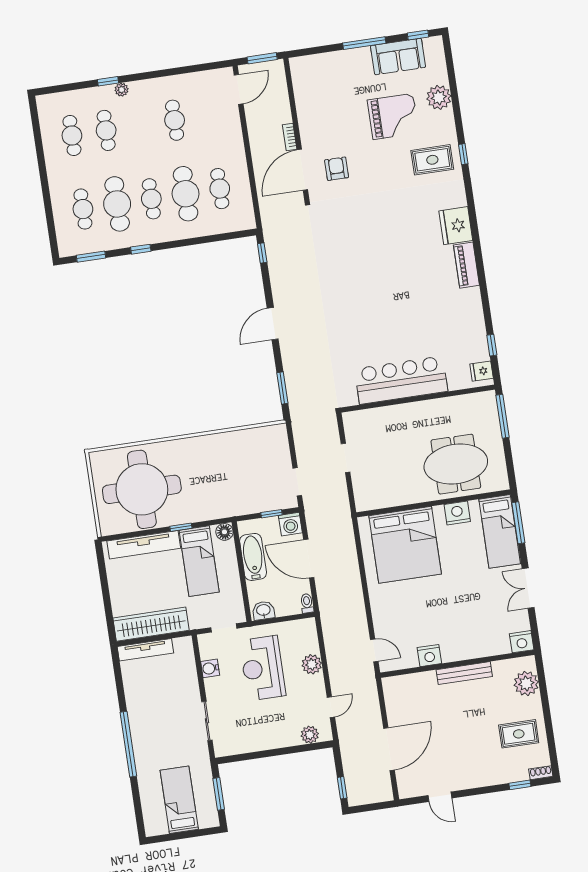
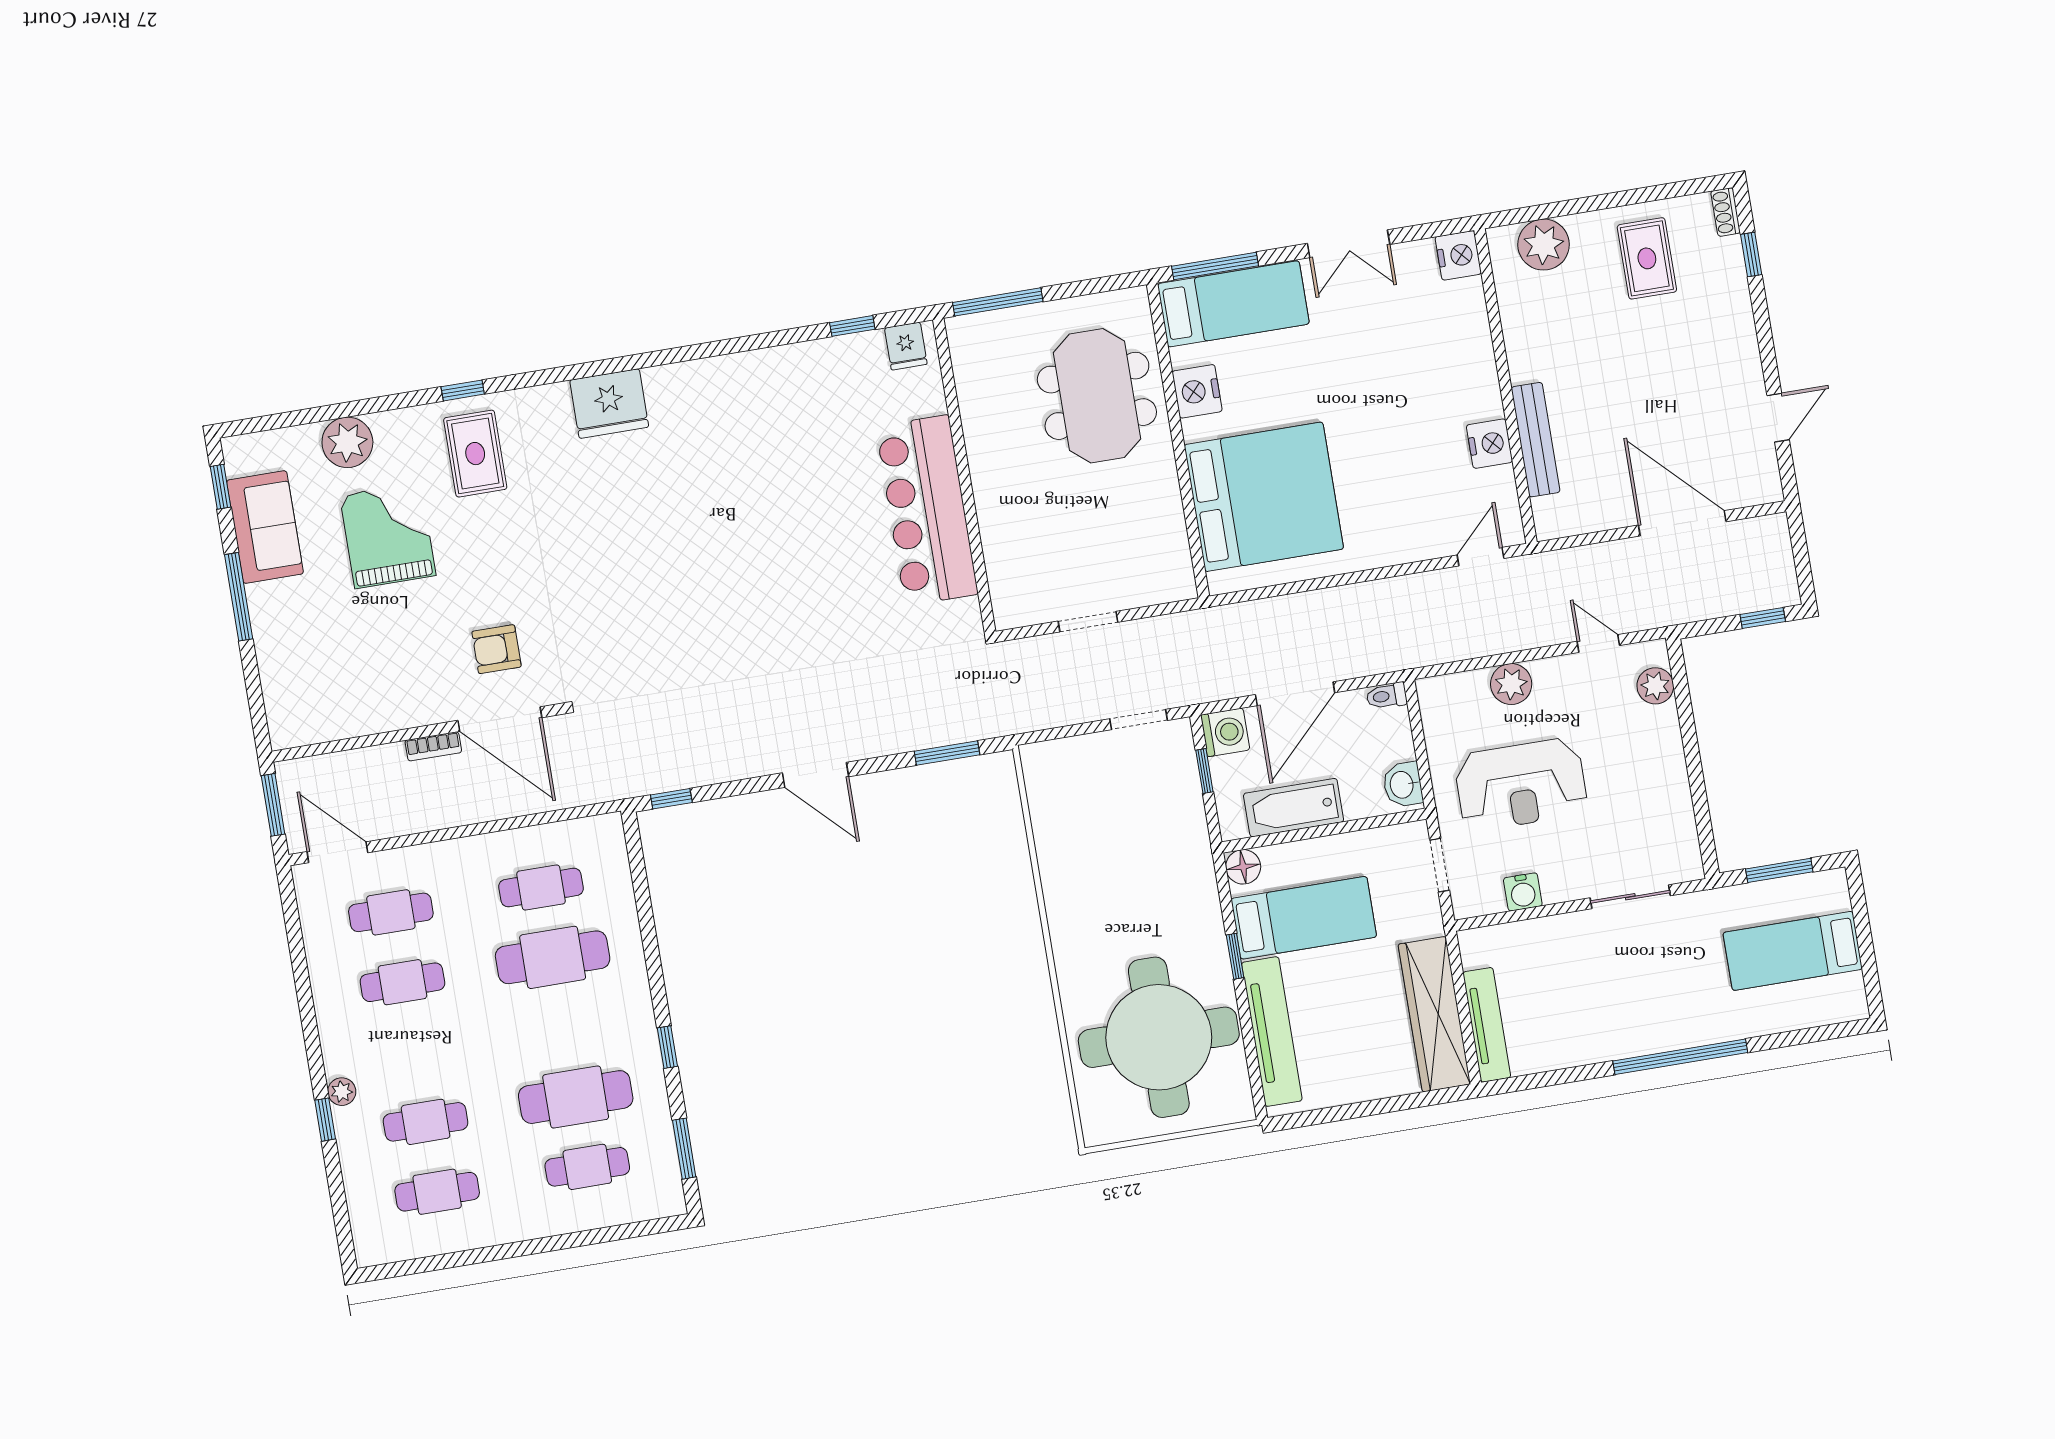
cafe table: (151, 199) -> (391, 912), moved
piano: (466, 265) -> (690, 380), removed
bench: (464, 673) -> (1536, 440), moved

